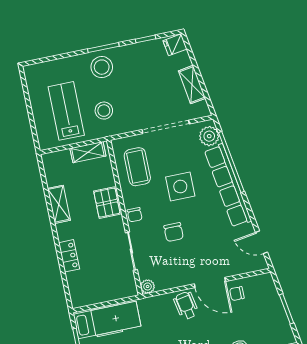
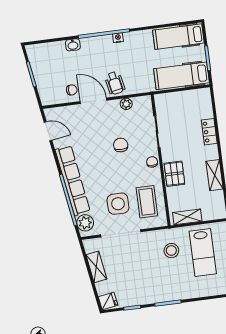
stool: (102, 67) -> (170, 287), removed
side table: (180, 187) -> (118, 204), moved
plant: (148, 286) -> (126, 104), moved

